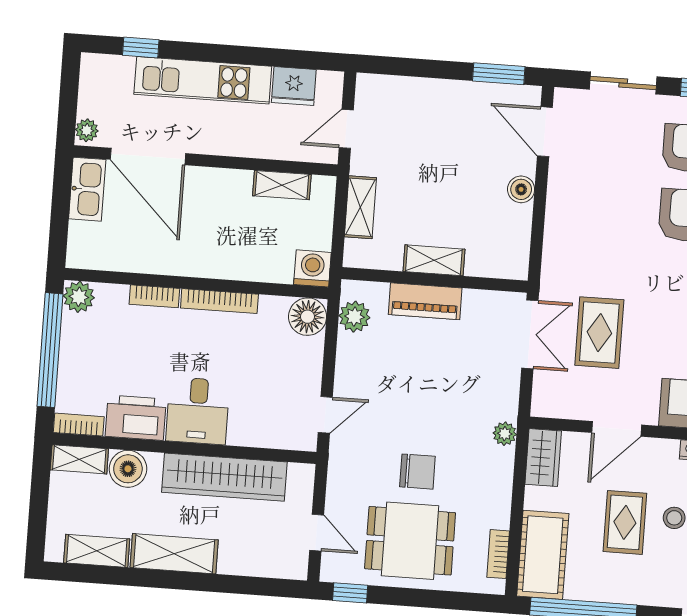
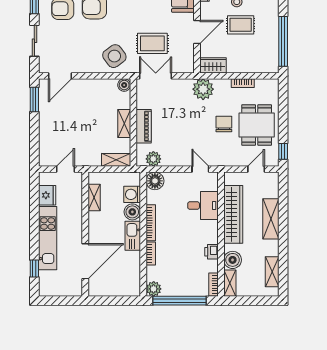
door: (346, 129) -> (65, 169), swing flipped
plant: (87, 130) -> (75, 291), removed
kitchen sink: (87, 189) -> (133, 236), moved, turned -90
boiler: (521, 189) -> (124, 85), moved
shelving: (360, 207) -> (116, 160), moved
side table: (578, 250) -> (114, 56), added
boiler: (245, 264) -> (132, 212), added
washing machine: (312, 268) -> (132, 194), moved
desk: (198, 411) -> (203, 206), moved
printer: (136, 418) -> (212, 252), width x0.53, depth x0.68
door: (617, 429) -> (197, 32), hinge flipped
plant: (505, 434) -> (203, 89), width x1.87, depth x1.87
shelving: (174, 554) -> (271, 219), moved
bookcase: (498, 554) -> (243, 83), moved
cot: (543, 555) -> (259, 62), removed

